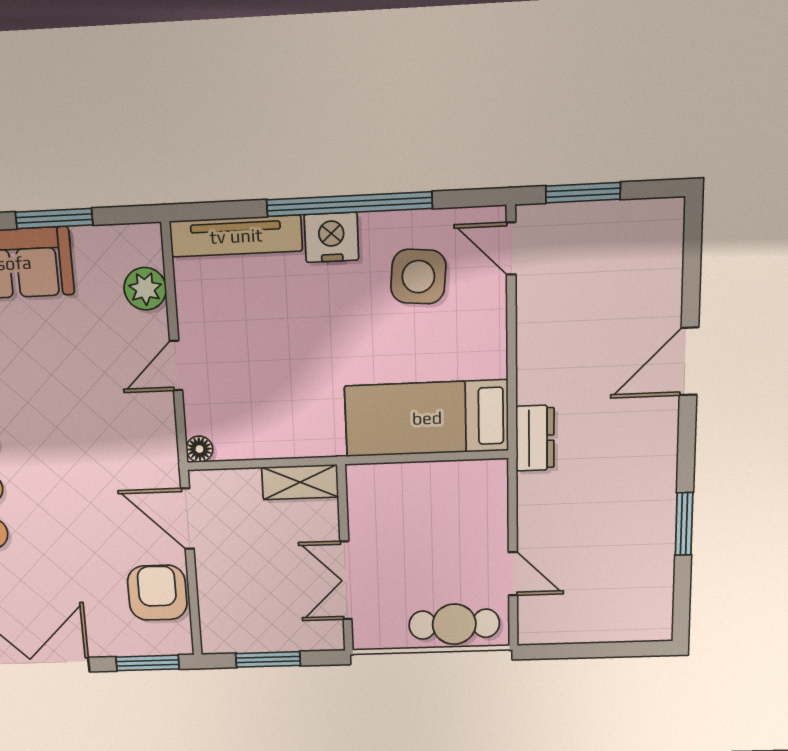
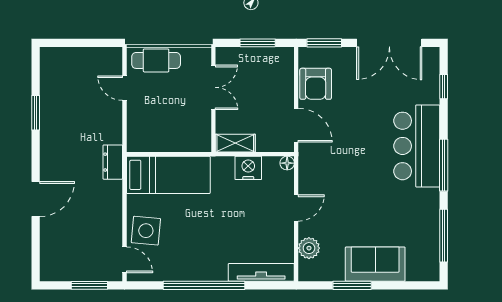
nightstand: (331, 237) -> (248, 168), moved, turned 180
side table: (418, 277) -> (146, 231), moved

